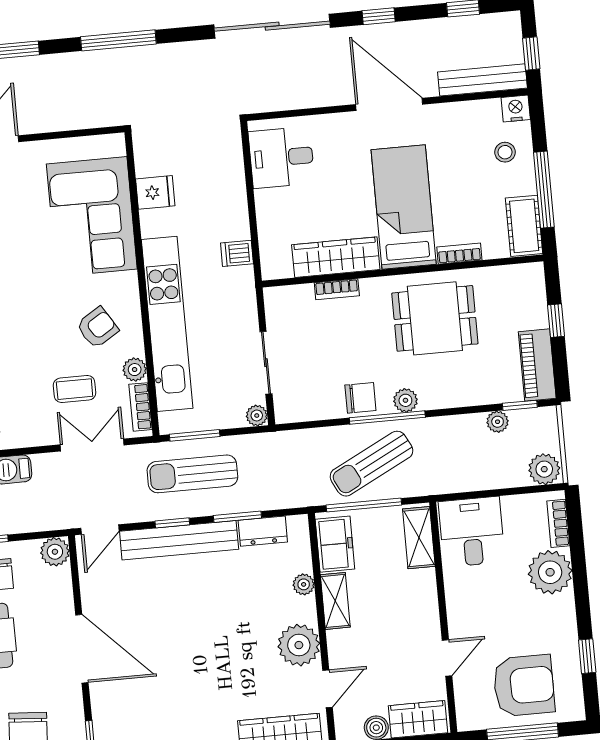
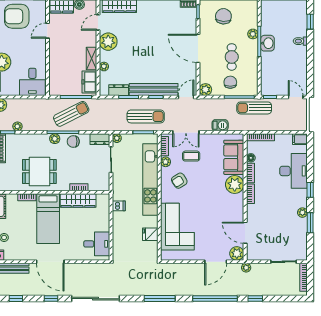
dresser: (297, 409) -> (100, 139), added
shelving: (419, 538) -> (54, 81), removed

